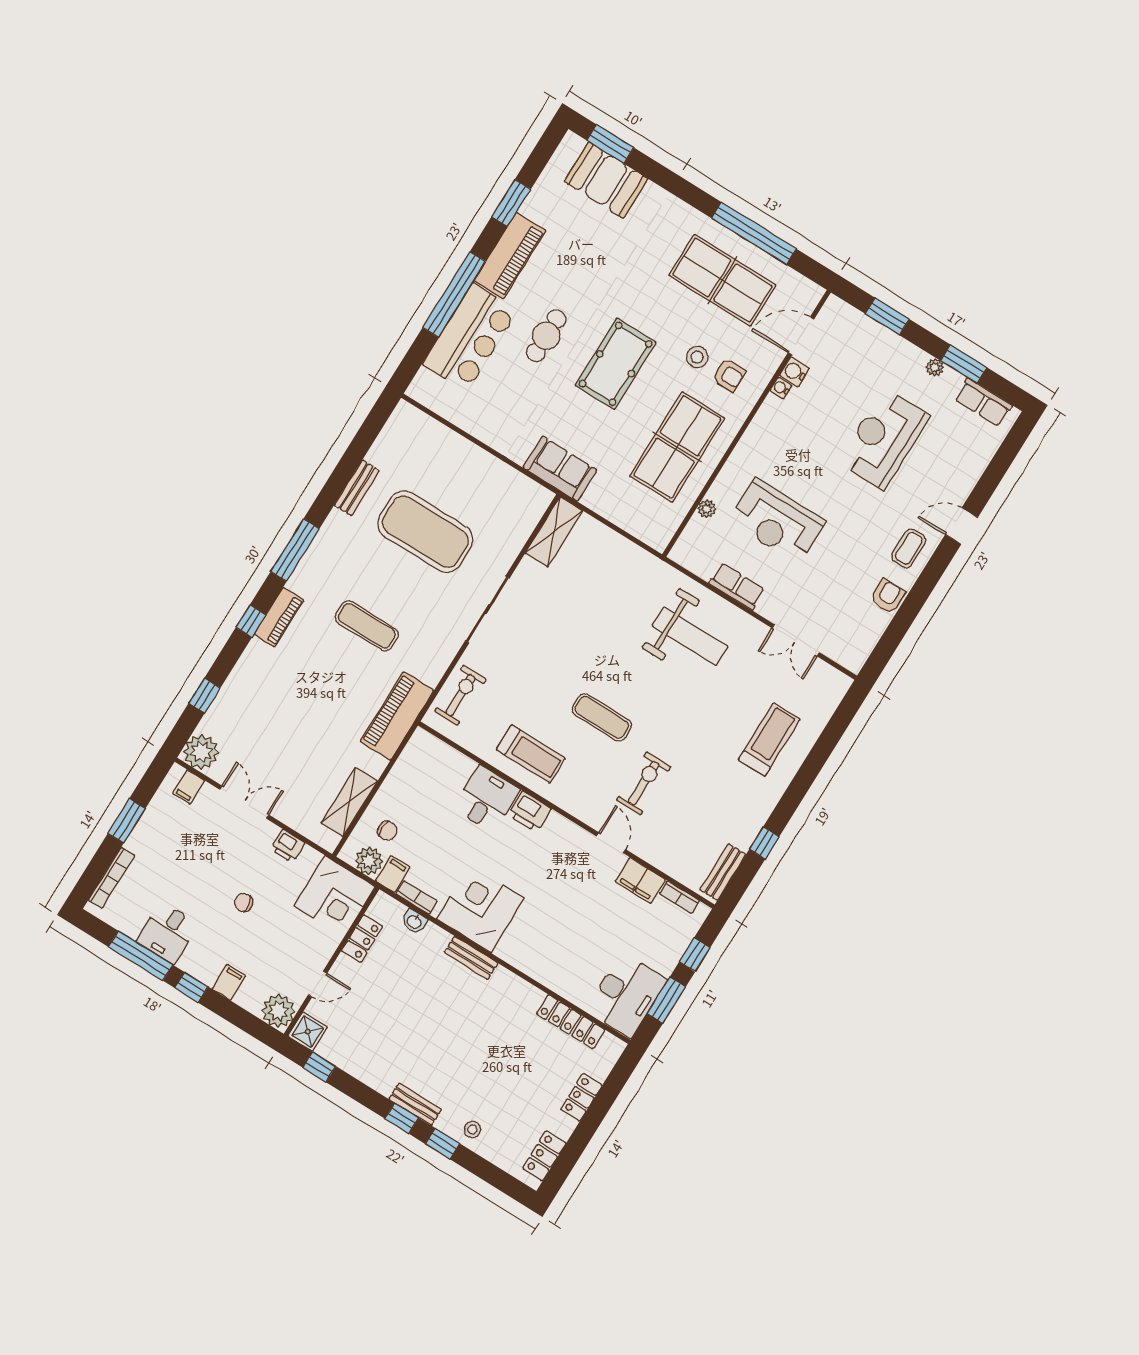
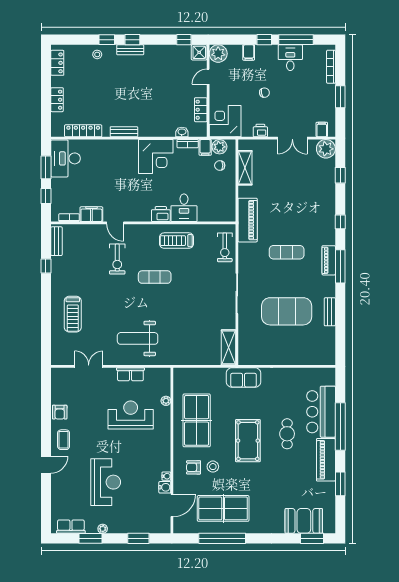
piano: (279, 617) -> (329, 260), moved
bench: (471, 958) -> (124, 132), moved

